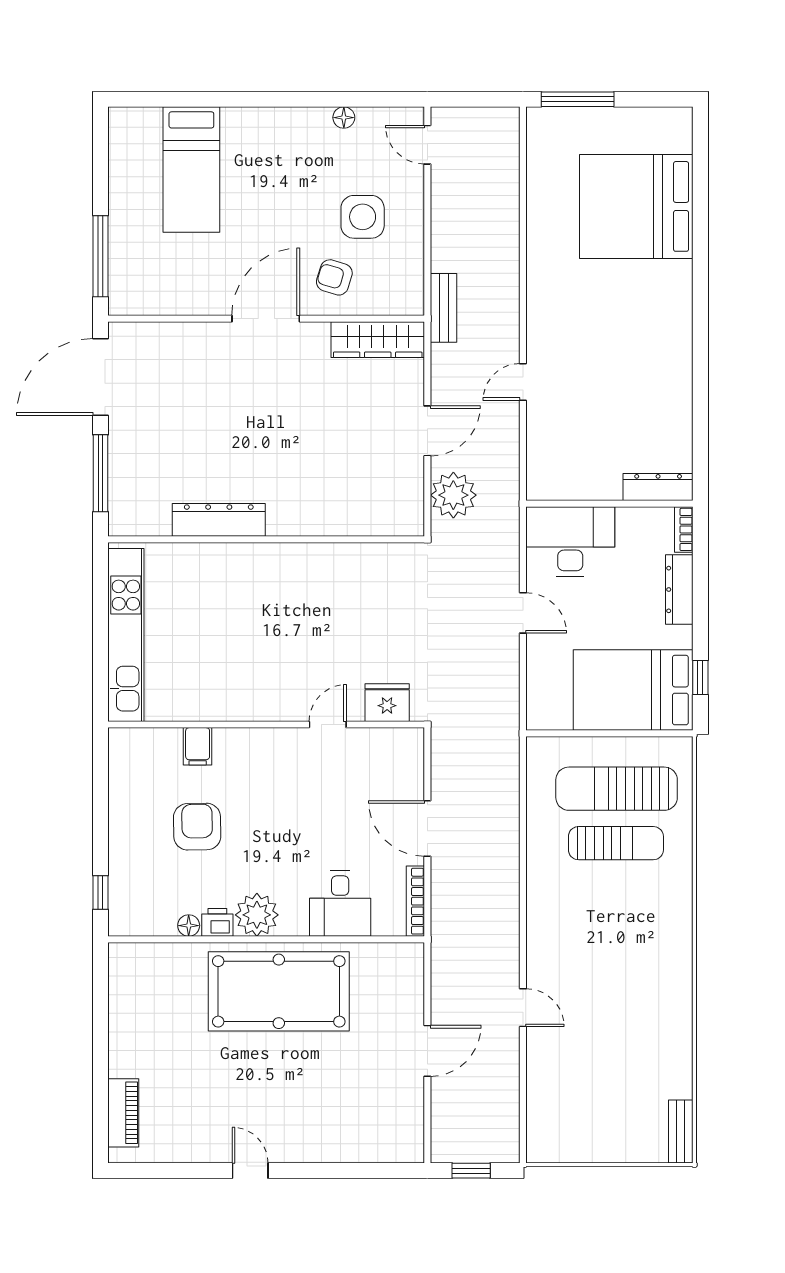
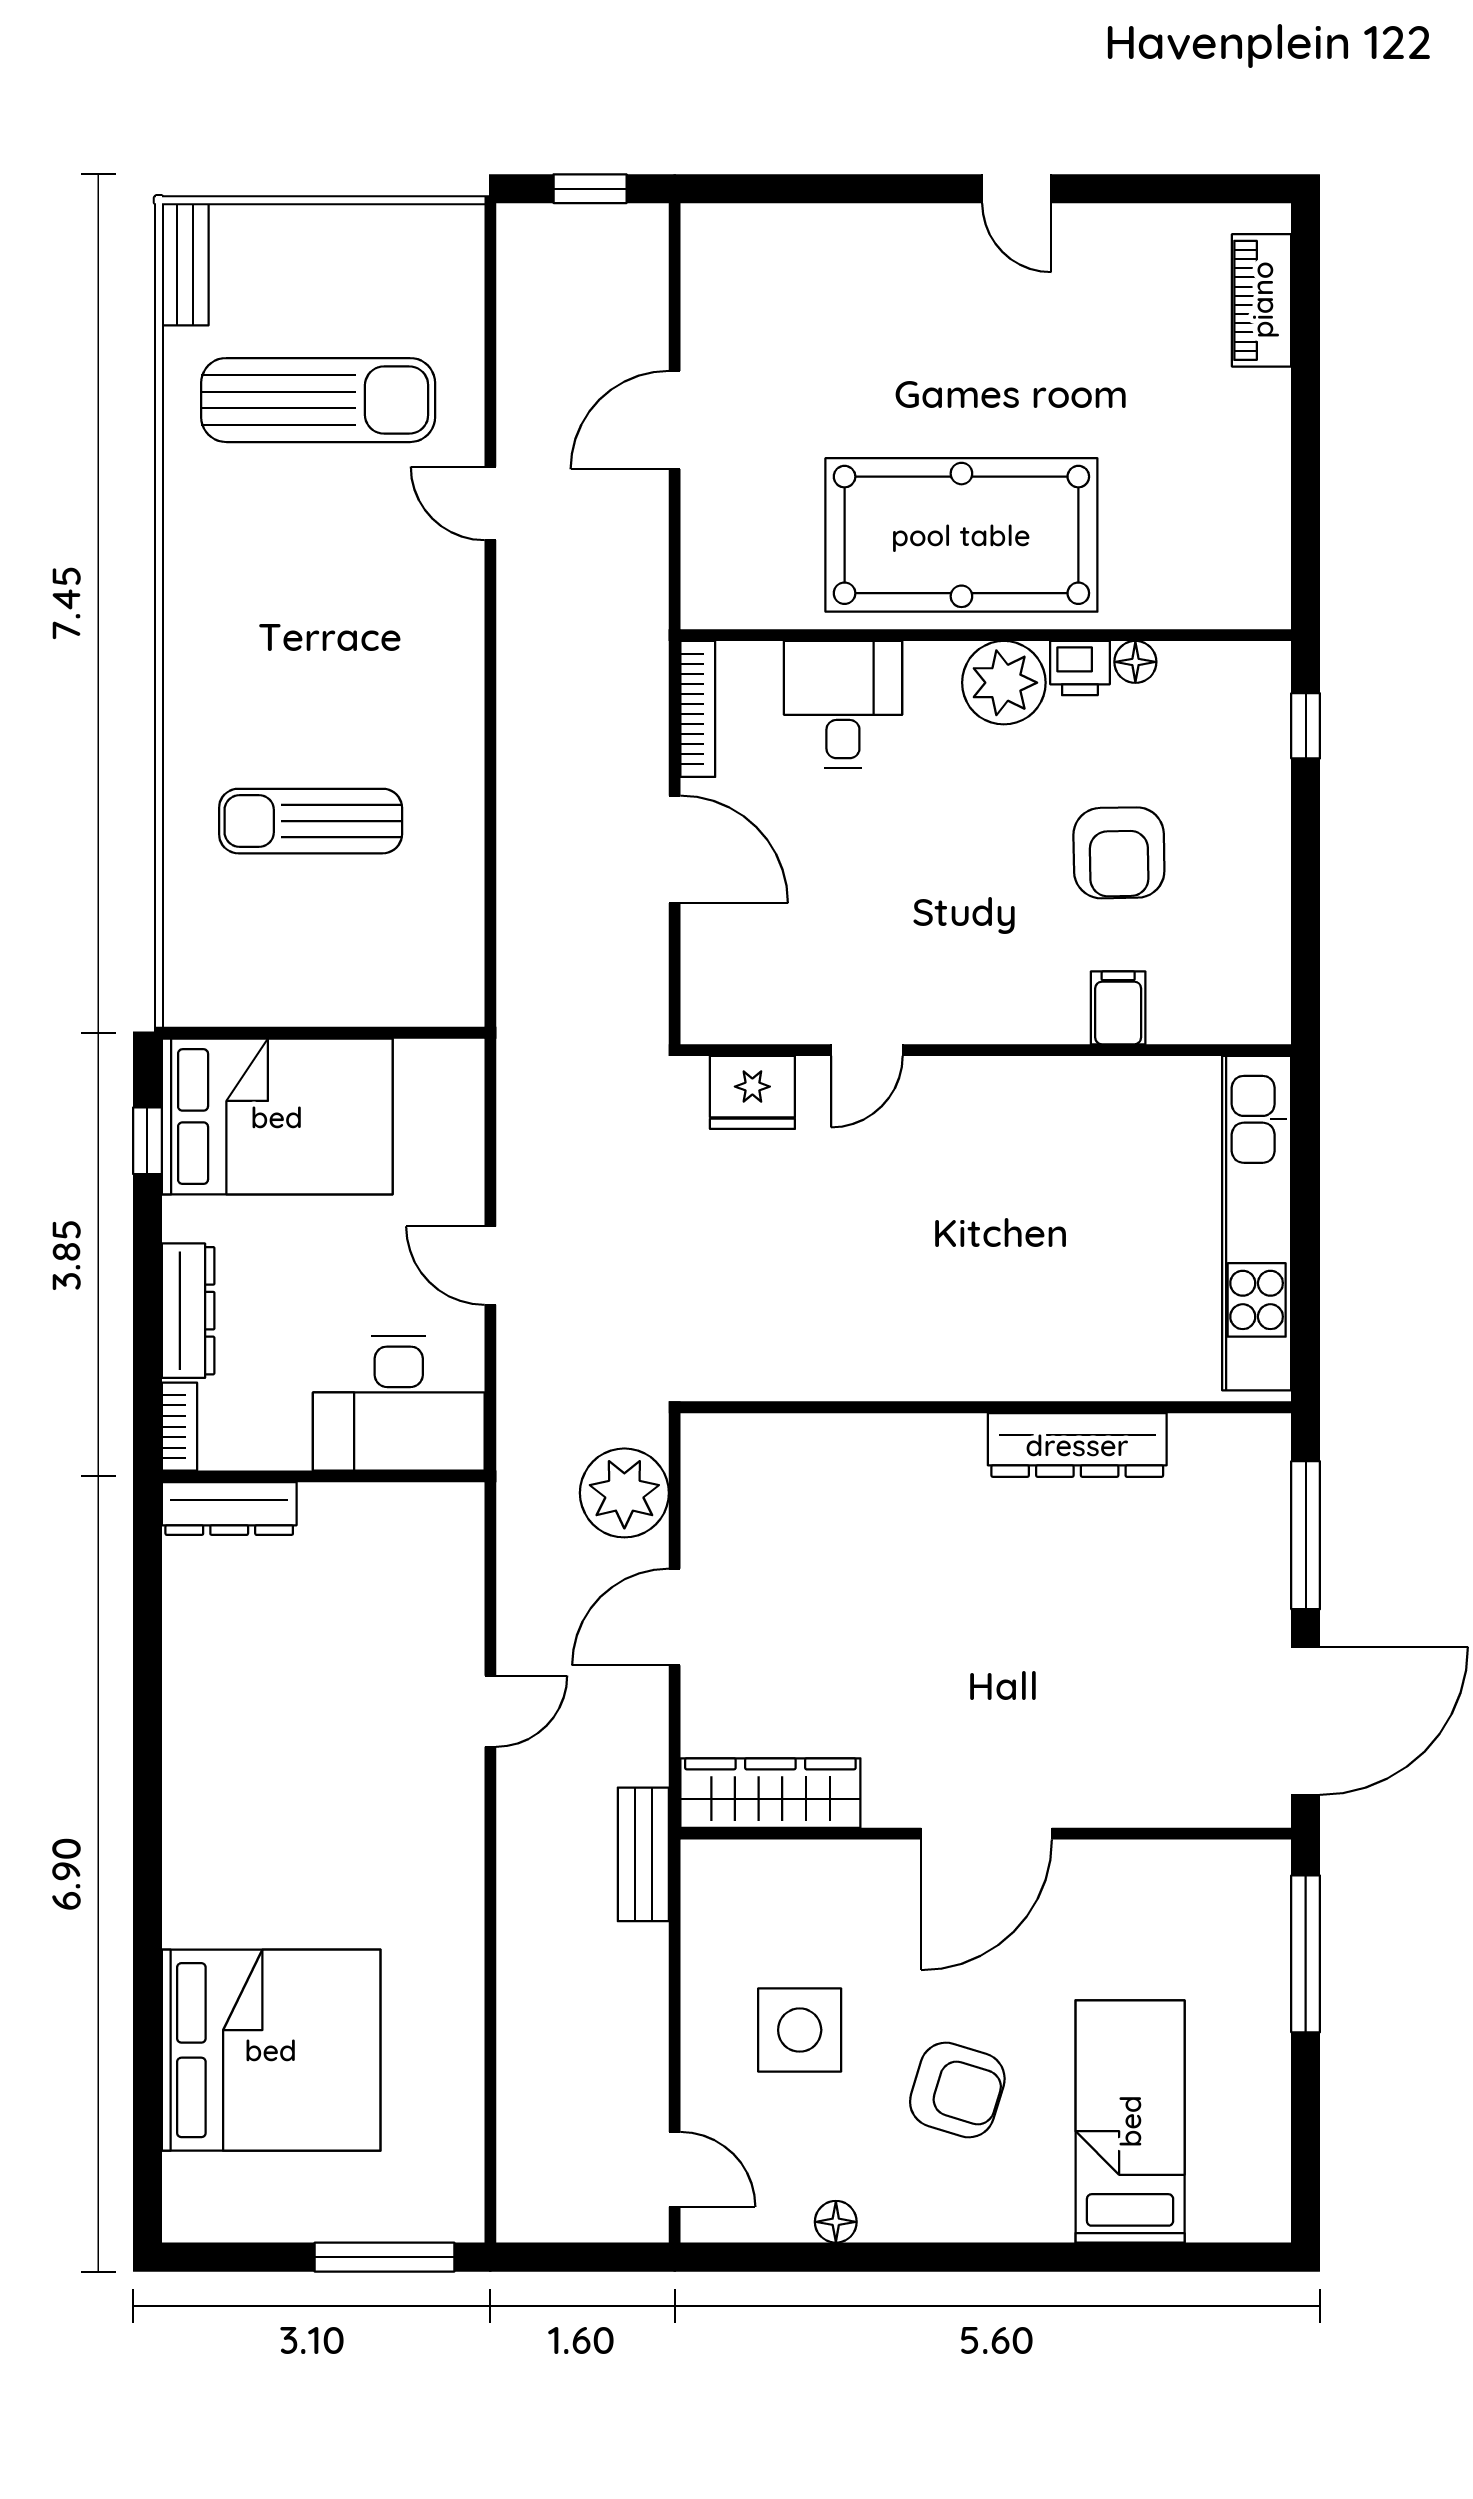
armchair: (334, 277) -> (957, 2090), moved, width x1.38, depth x1.38
sun lounger: (617, 789) -> (318, 400), moved

